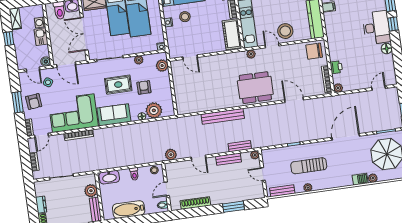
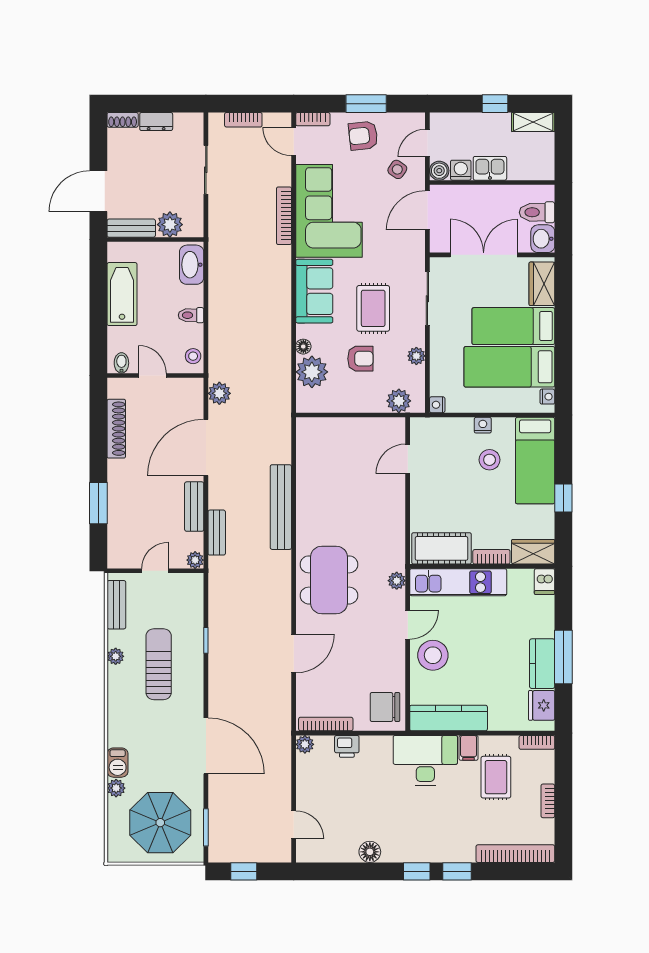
washing machine: (40, 22) -> (461, 170), moved
desk: (376, 28) -> (425, 760), moved, turned 180
chair: (314, 51) -> (385, 707), turned -90
door: (198, 157) -> (206, 447), width x1.88

